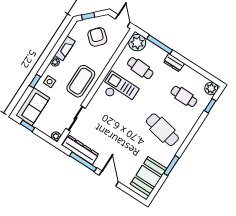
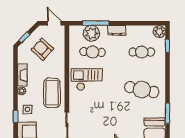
plant: (137, 43) -> (91, 33), moved

